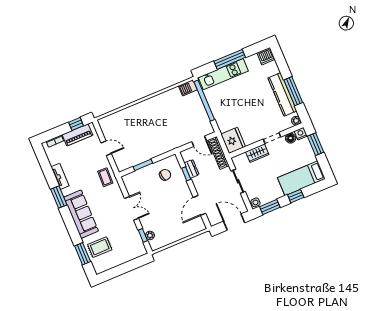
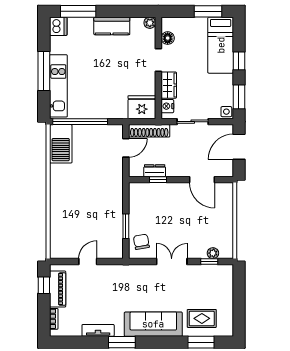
barbecue: (188, 88) -> (61, 144), width x1.88, depth x1.53
window: (293, 91) -> (78, 11), moved
kitchen counter: (282, 94) -> (112, 26), width x0.67
nightstand: (301, 134) -> (167, 106), moved
window: (316, 144) -> (208, 11), moved
chair: (165, 175) -> (141, 242), moved
coffee table: (105, 177) -> (122, 277), removed
rug: (100, 247) -> (202, 318), turned 90

